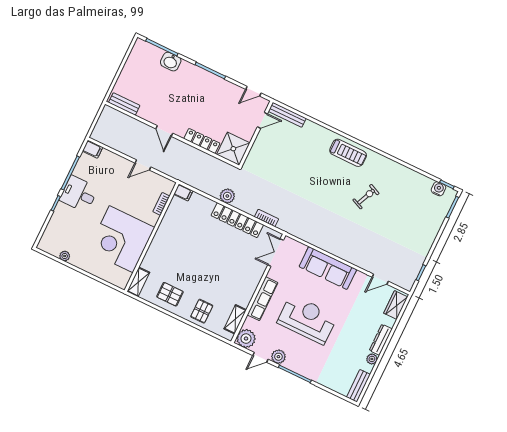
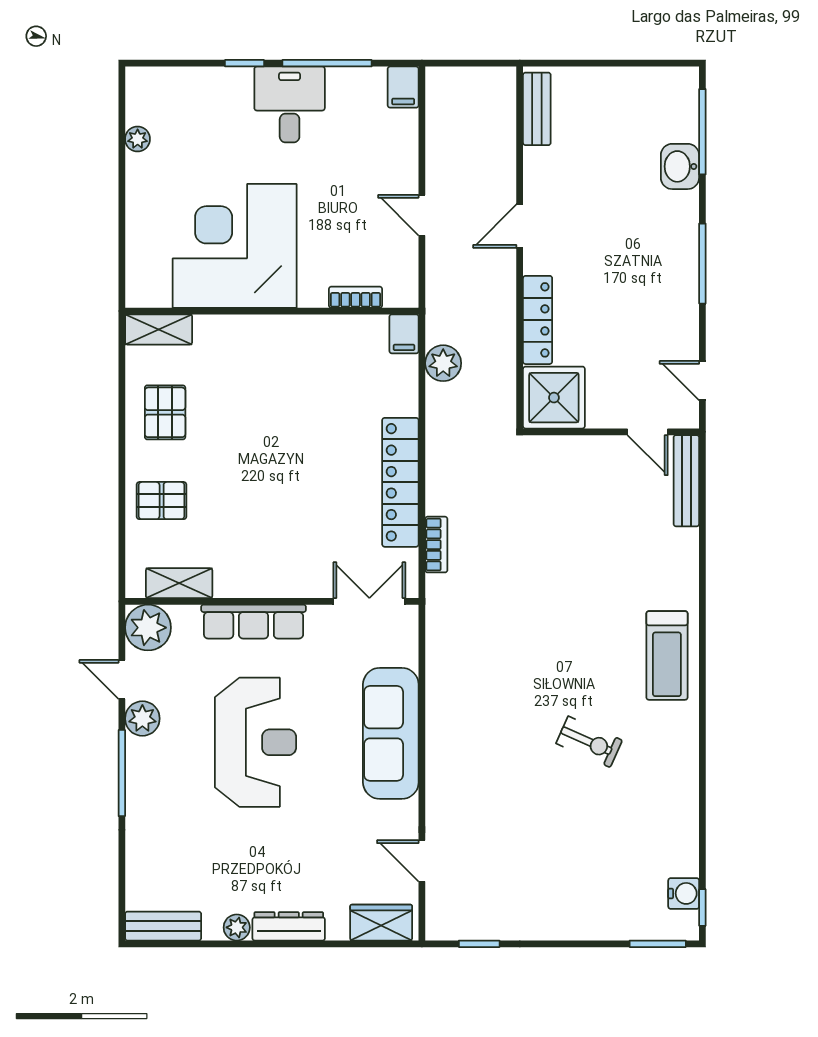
plant: (227, 196) -> (443, 363), moved

